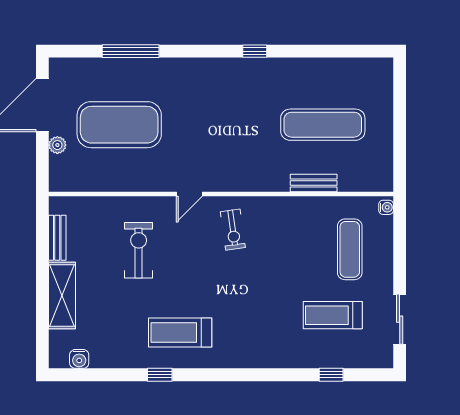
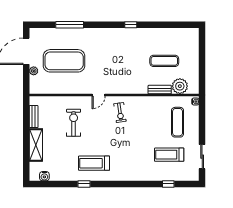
exercise mat: (323, 125) -> (164, 61), width x0.73, depth x0.69
plant: (354, 176) -> (180, 86), added

